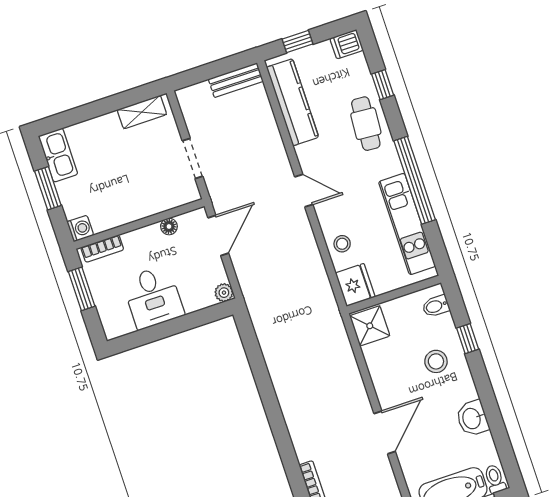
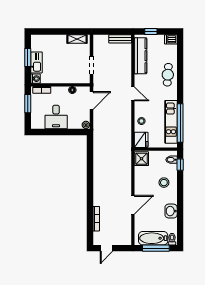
window: (383, 85) -> (180, 61), removed
kitchen sink: (58, 155) -> (36, 62), moved
window: (415, 180) -> (180, 123), moved
window: (468, 339) -> (180, 165), moved

